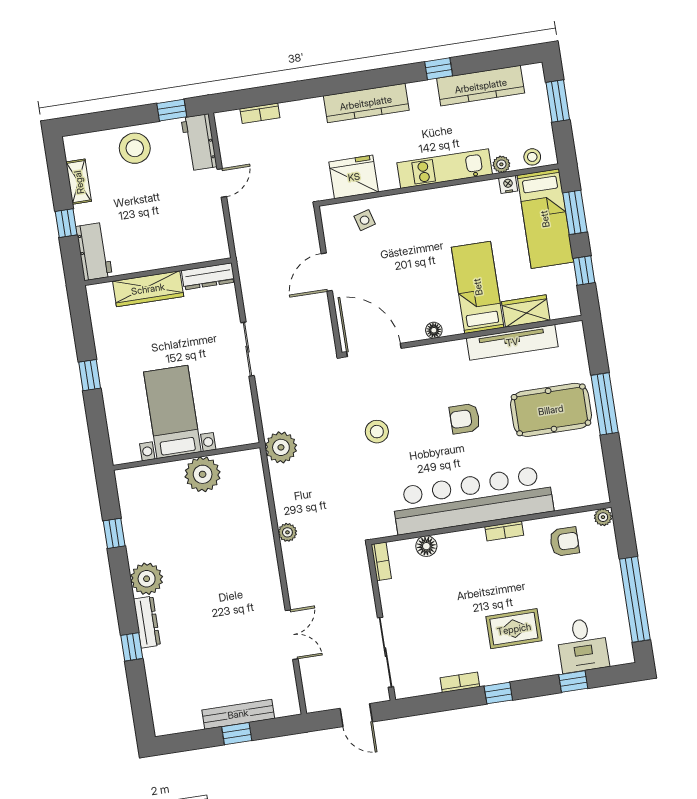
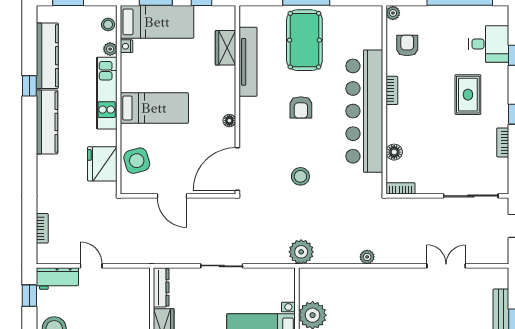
kitchen counter: (366, 103) -> (47, 122), moved
side table: (365, 220) -> (137, 161), width x1.87, depth x1.87
bed: (478, 287) -> (154, 108), moved, turned 180

